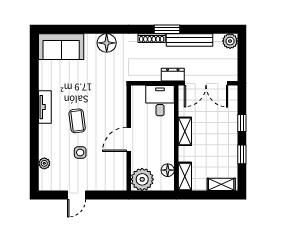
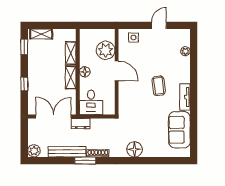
sofa: (61, 47) -> (179, 130), moved, turned -90
door: (129, 139) -> (117, 71), hinge flipped
side table: (80, 152) -> (133, 38), moved
window: (242, 154) -> (24, 47), moved
floor lamp: (168, 170) -> (85, 72), moved
shelving: (185, 176) -> (71, 53), moved
plant: (142, 179) -> (106, 50), moved

